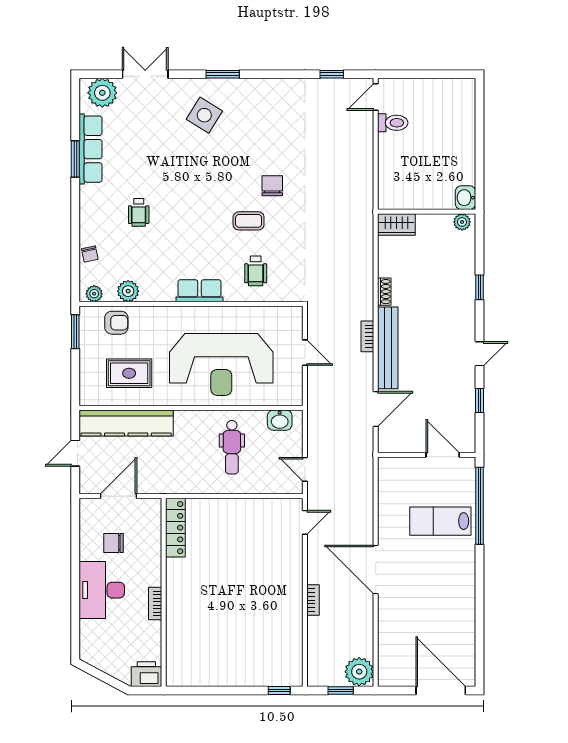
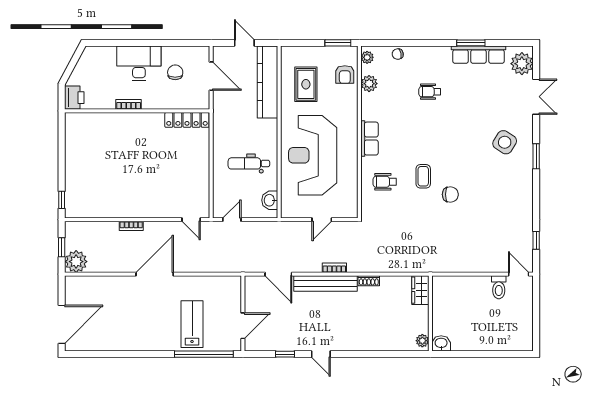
window: (480, 287) -> (372, 354), removed

